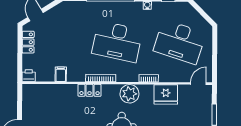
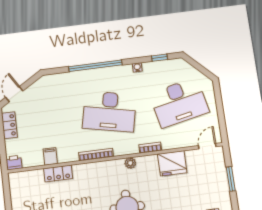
desk: (180, 42) -> (179, 103), turned -30
locker: (90, 90) -> (58, 174), moved
plant: (129, 94) -> (130, 163), width x0.53, depth x0.53

